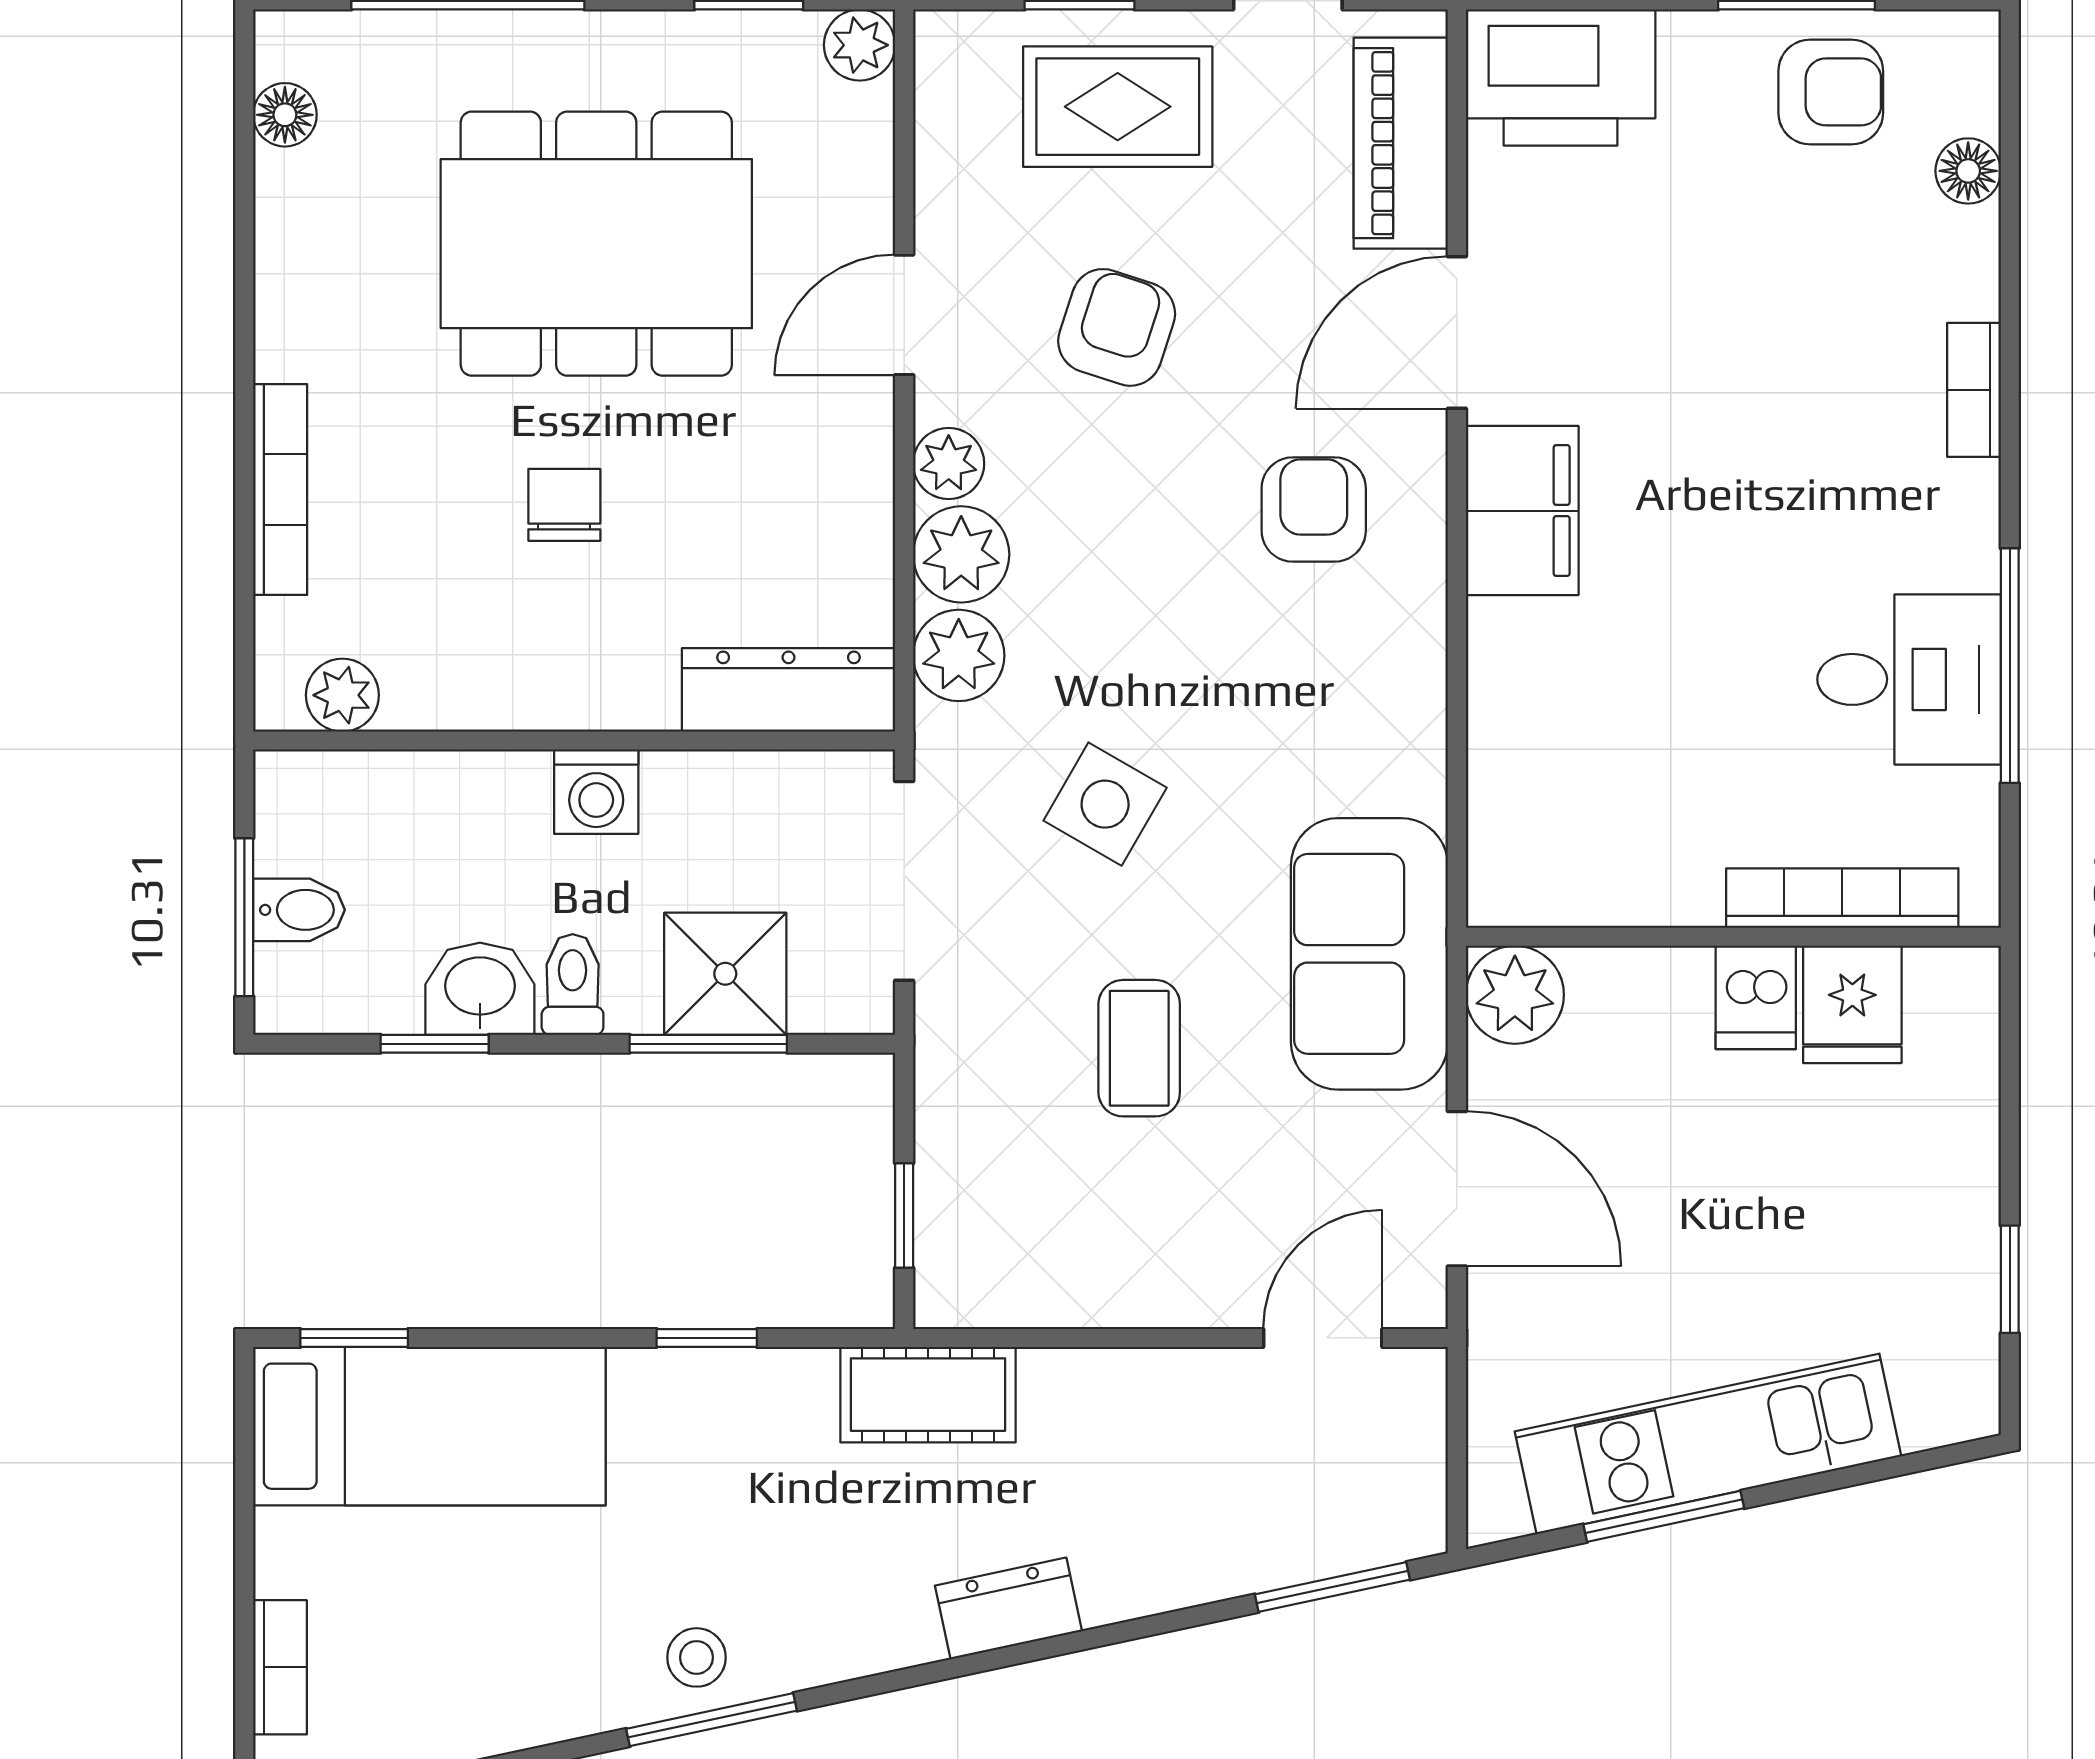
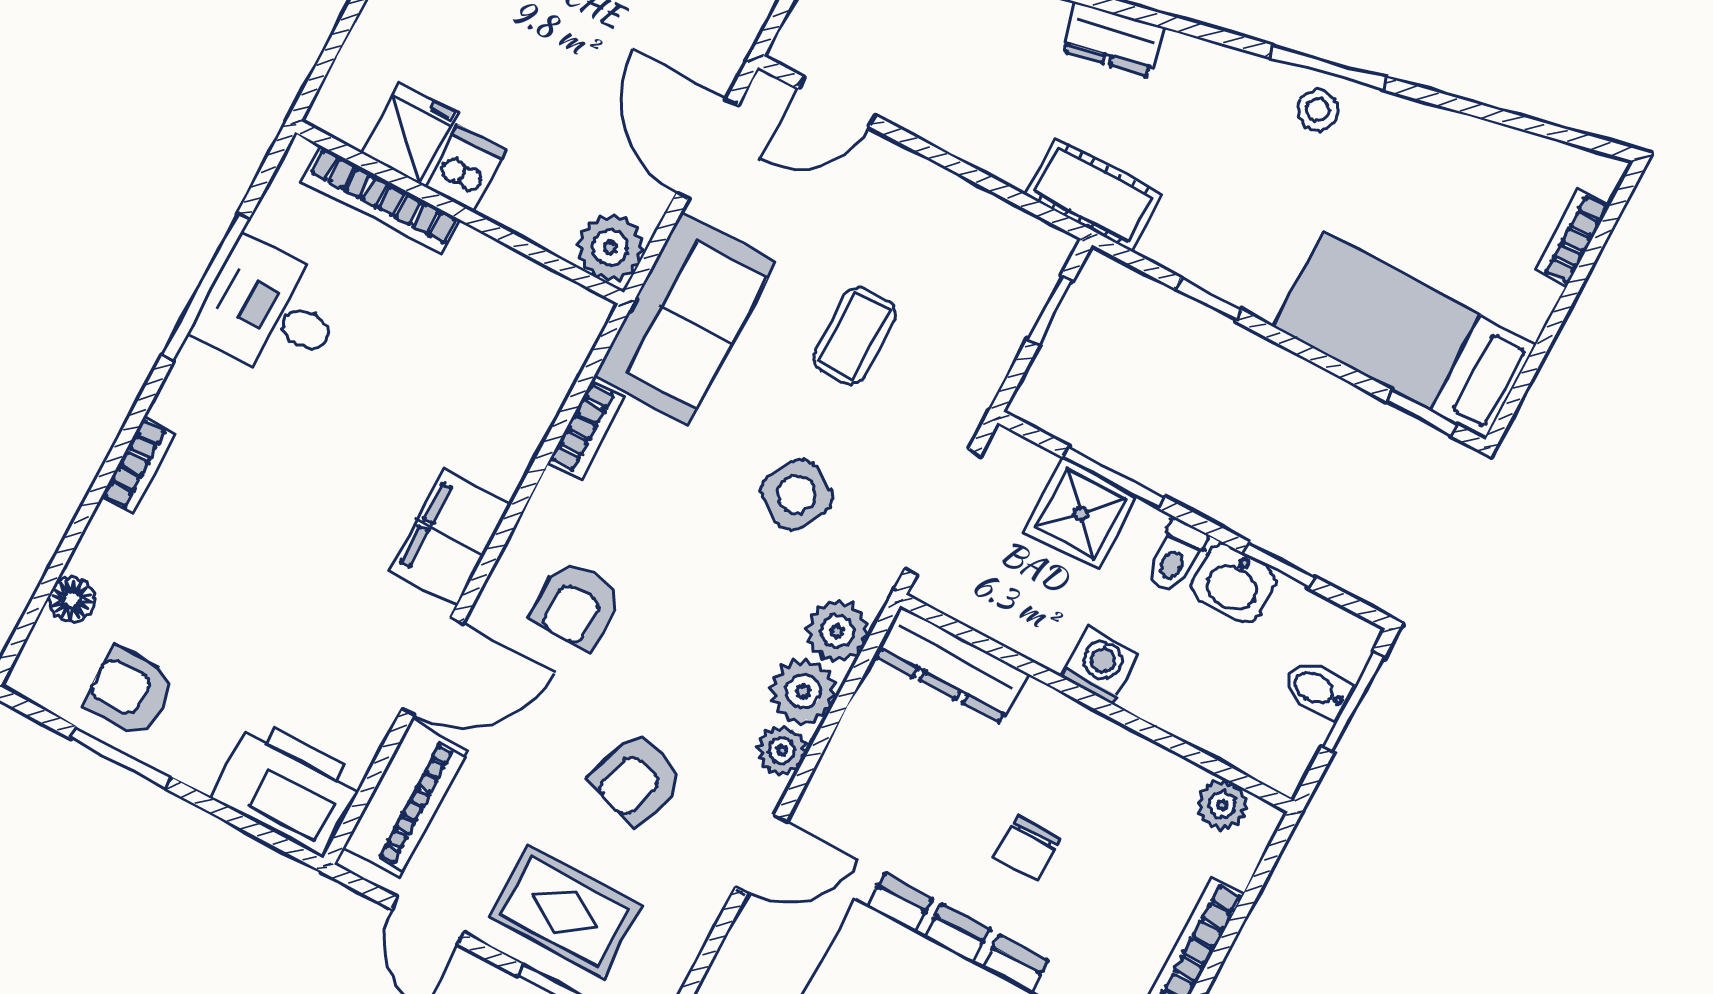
bookcase: (1421, 743) -> (586, 429), added

